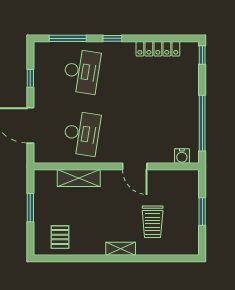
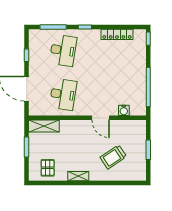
water cooler: (182, 156) -> (124, 110), moved
shelving: (79, 178) -> (44, 126), moved
trolley: (153, 222) -> (113, 157), turned 56
shelving: (121, 249) -> (78, 176), moved

